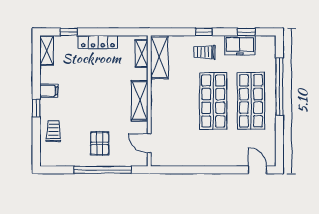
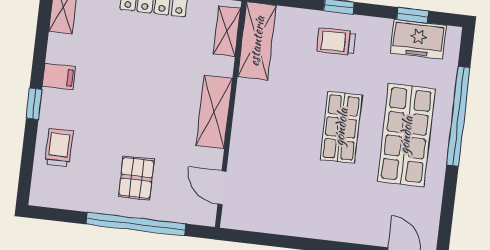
freezer: (240, 45) -> (418, 39), moved
shop shelf: (213, 101) -> (341, 127), width x0.70, depth x0.74

